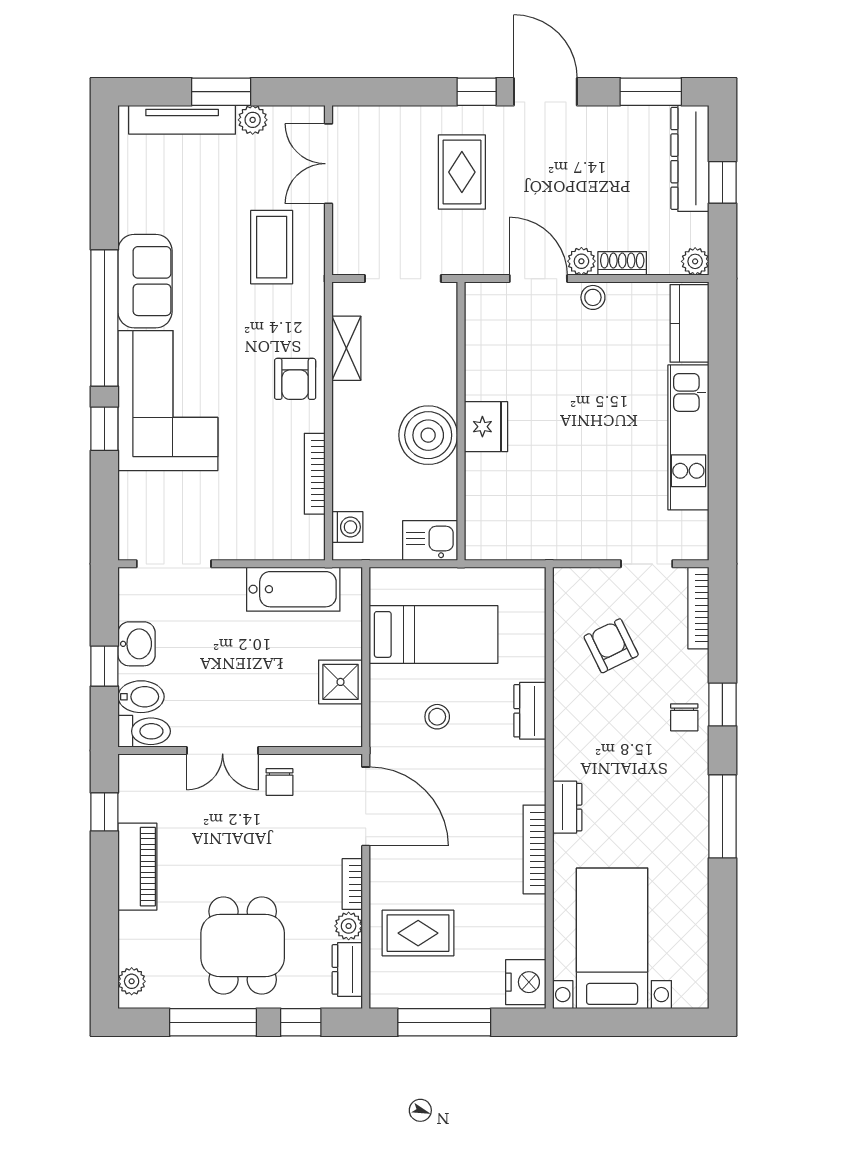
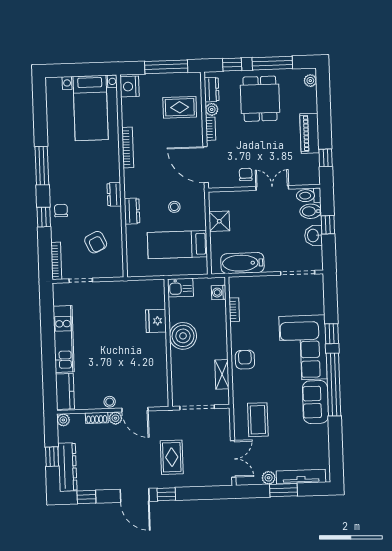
window: (651, 92) -> (86, 497), width x0.67
fridge: (486, 427) -> (156, 321), moved
bookcase: (315, 474) -> (234, 310), width x0.64
dresser: (567, 807) -> (114, 194), moved

